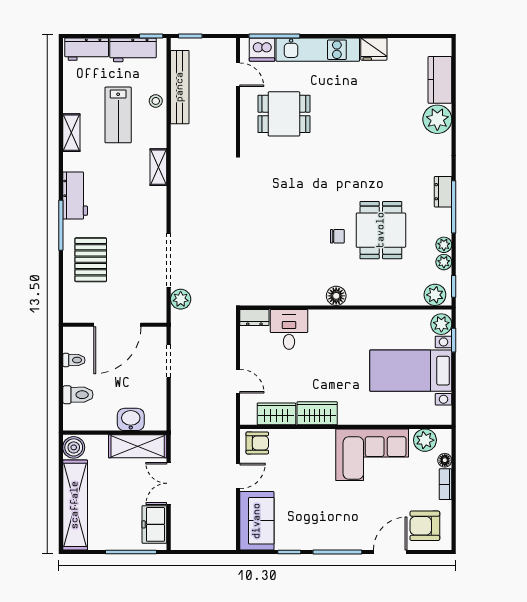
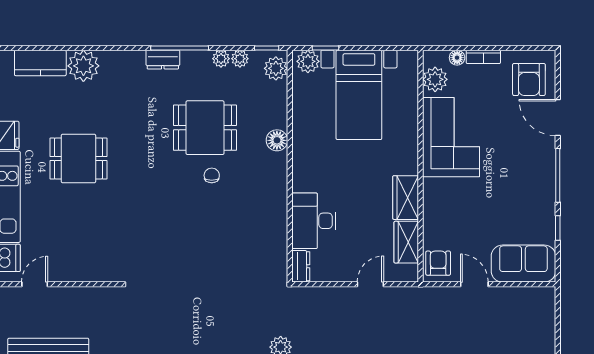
dining table: (284, 114) -> (78, 159), moved, turned 90
floor lamp: (336, 296) -> (277, 140), moved
desk: (289, 329) -> (314, 221), width x1.37

